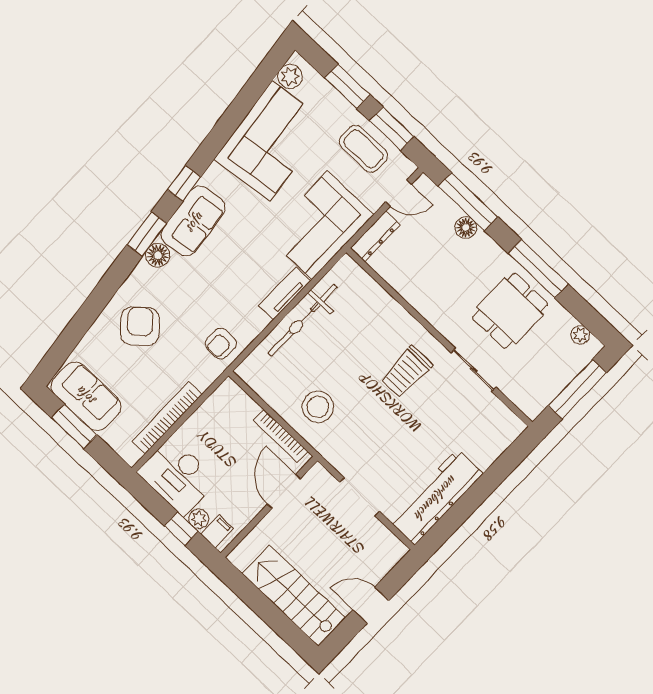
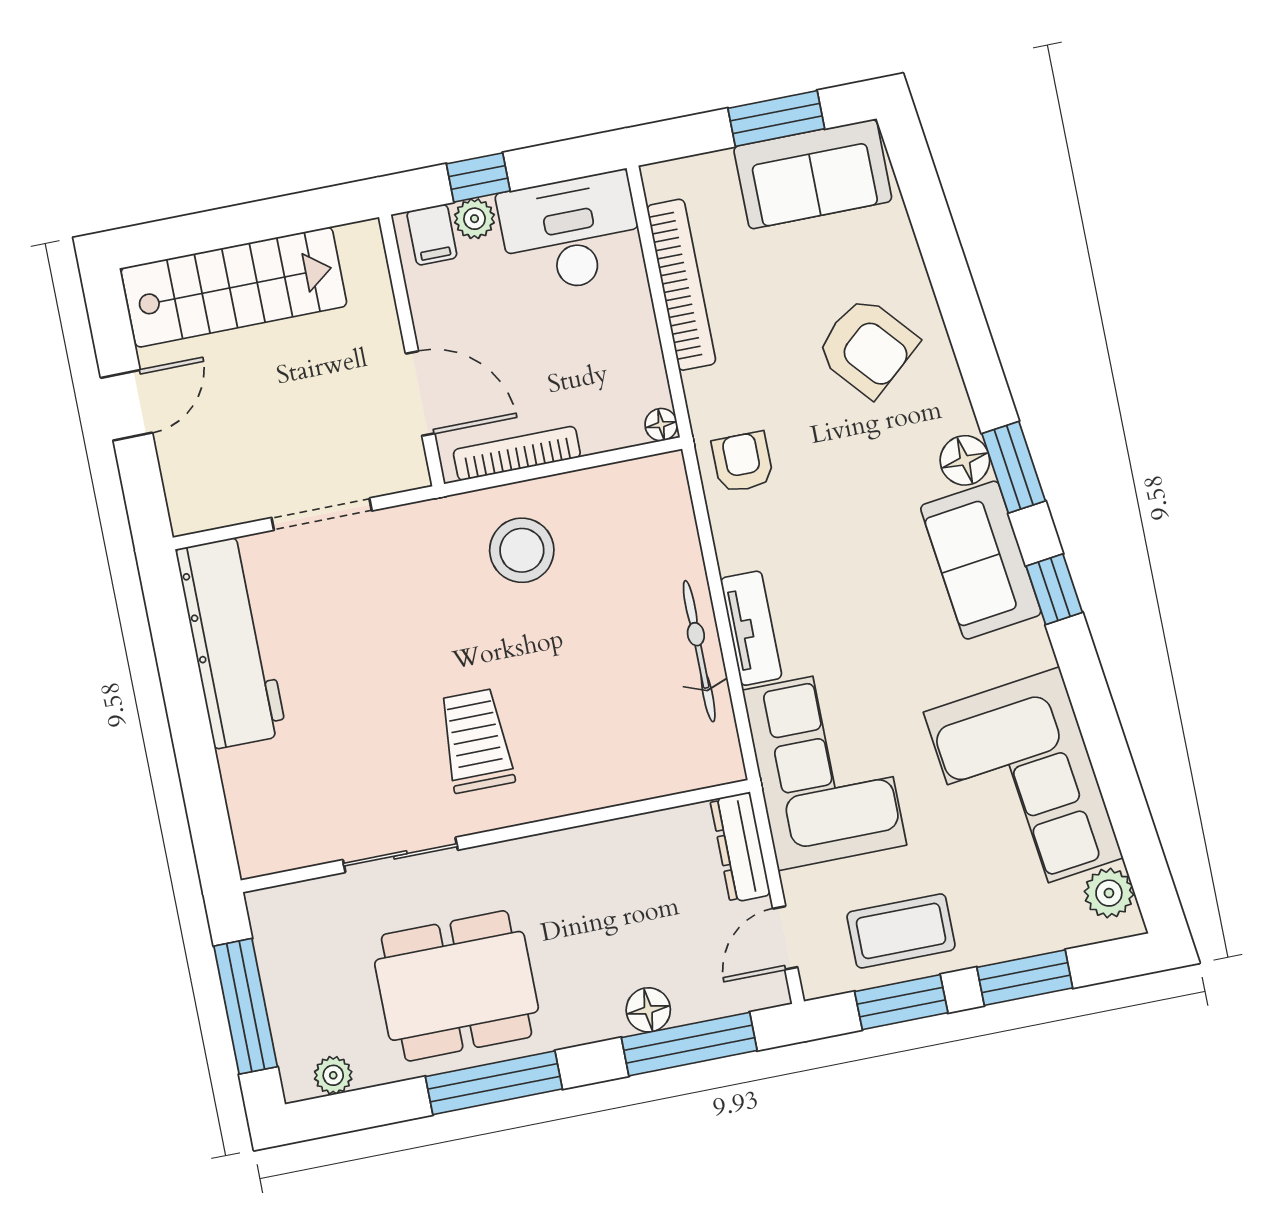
dining table: (510, 311) -> (457, 986), width x1.38
bicycle: (303, 320) -> (699, 651), width x0.73, depth x0.71
floor lamp: (229, 386) -> (661, 425), added

